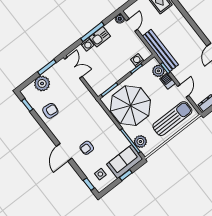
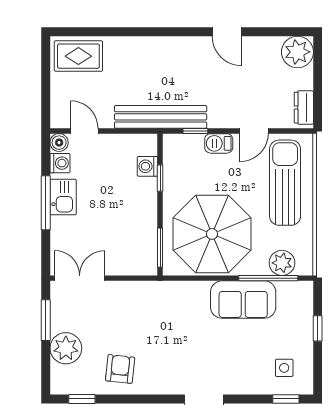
washing machine: (87, 44) -> (60, 163), moved
plant: (158, 71) -> (191, 146), removed
door: (183, 91) -> (254, 131), swing flipped
armchair: (87, 148) -> (225, 357), removed
sofa: (125, 162) -> (243, 300), moved, turned -90

